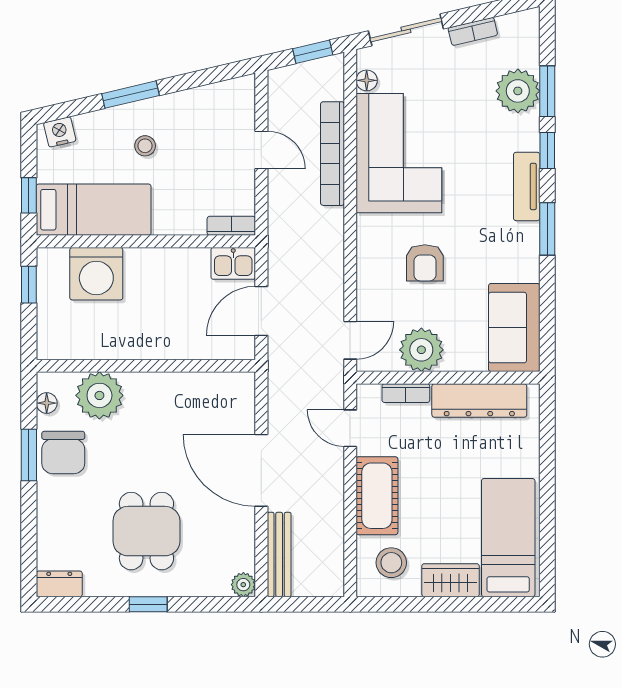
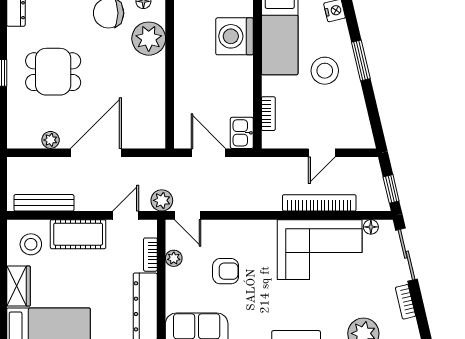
stool: (145, 146) -> (325, 71), width x1.89, depth x1.89
bookcase: (231, 226) -> (268, 114), moved
armchair: (425, 263) -> (226, 271), moved, turned 180
plant: (421, 350) -> (174, 258), width x0.53, depth x0.53
plant: (329, 377) -> (162, 200), added
bench: (279, 554) -> (44, 203), moved
plant: (243, 585) -> (51, 140), moved

